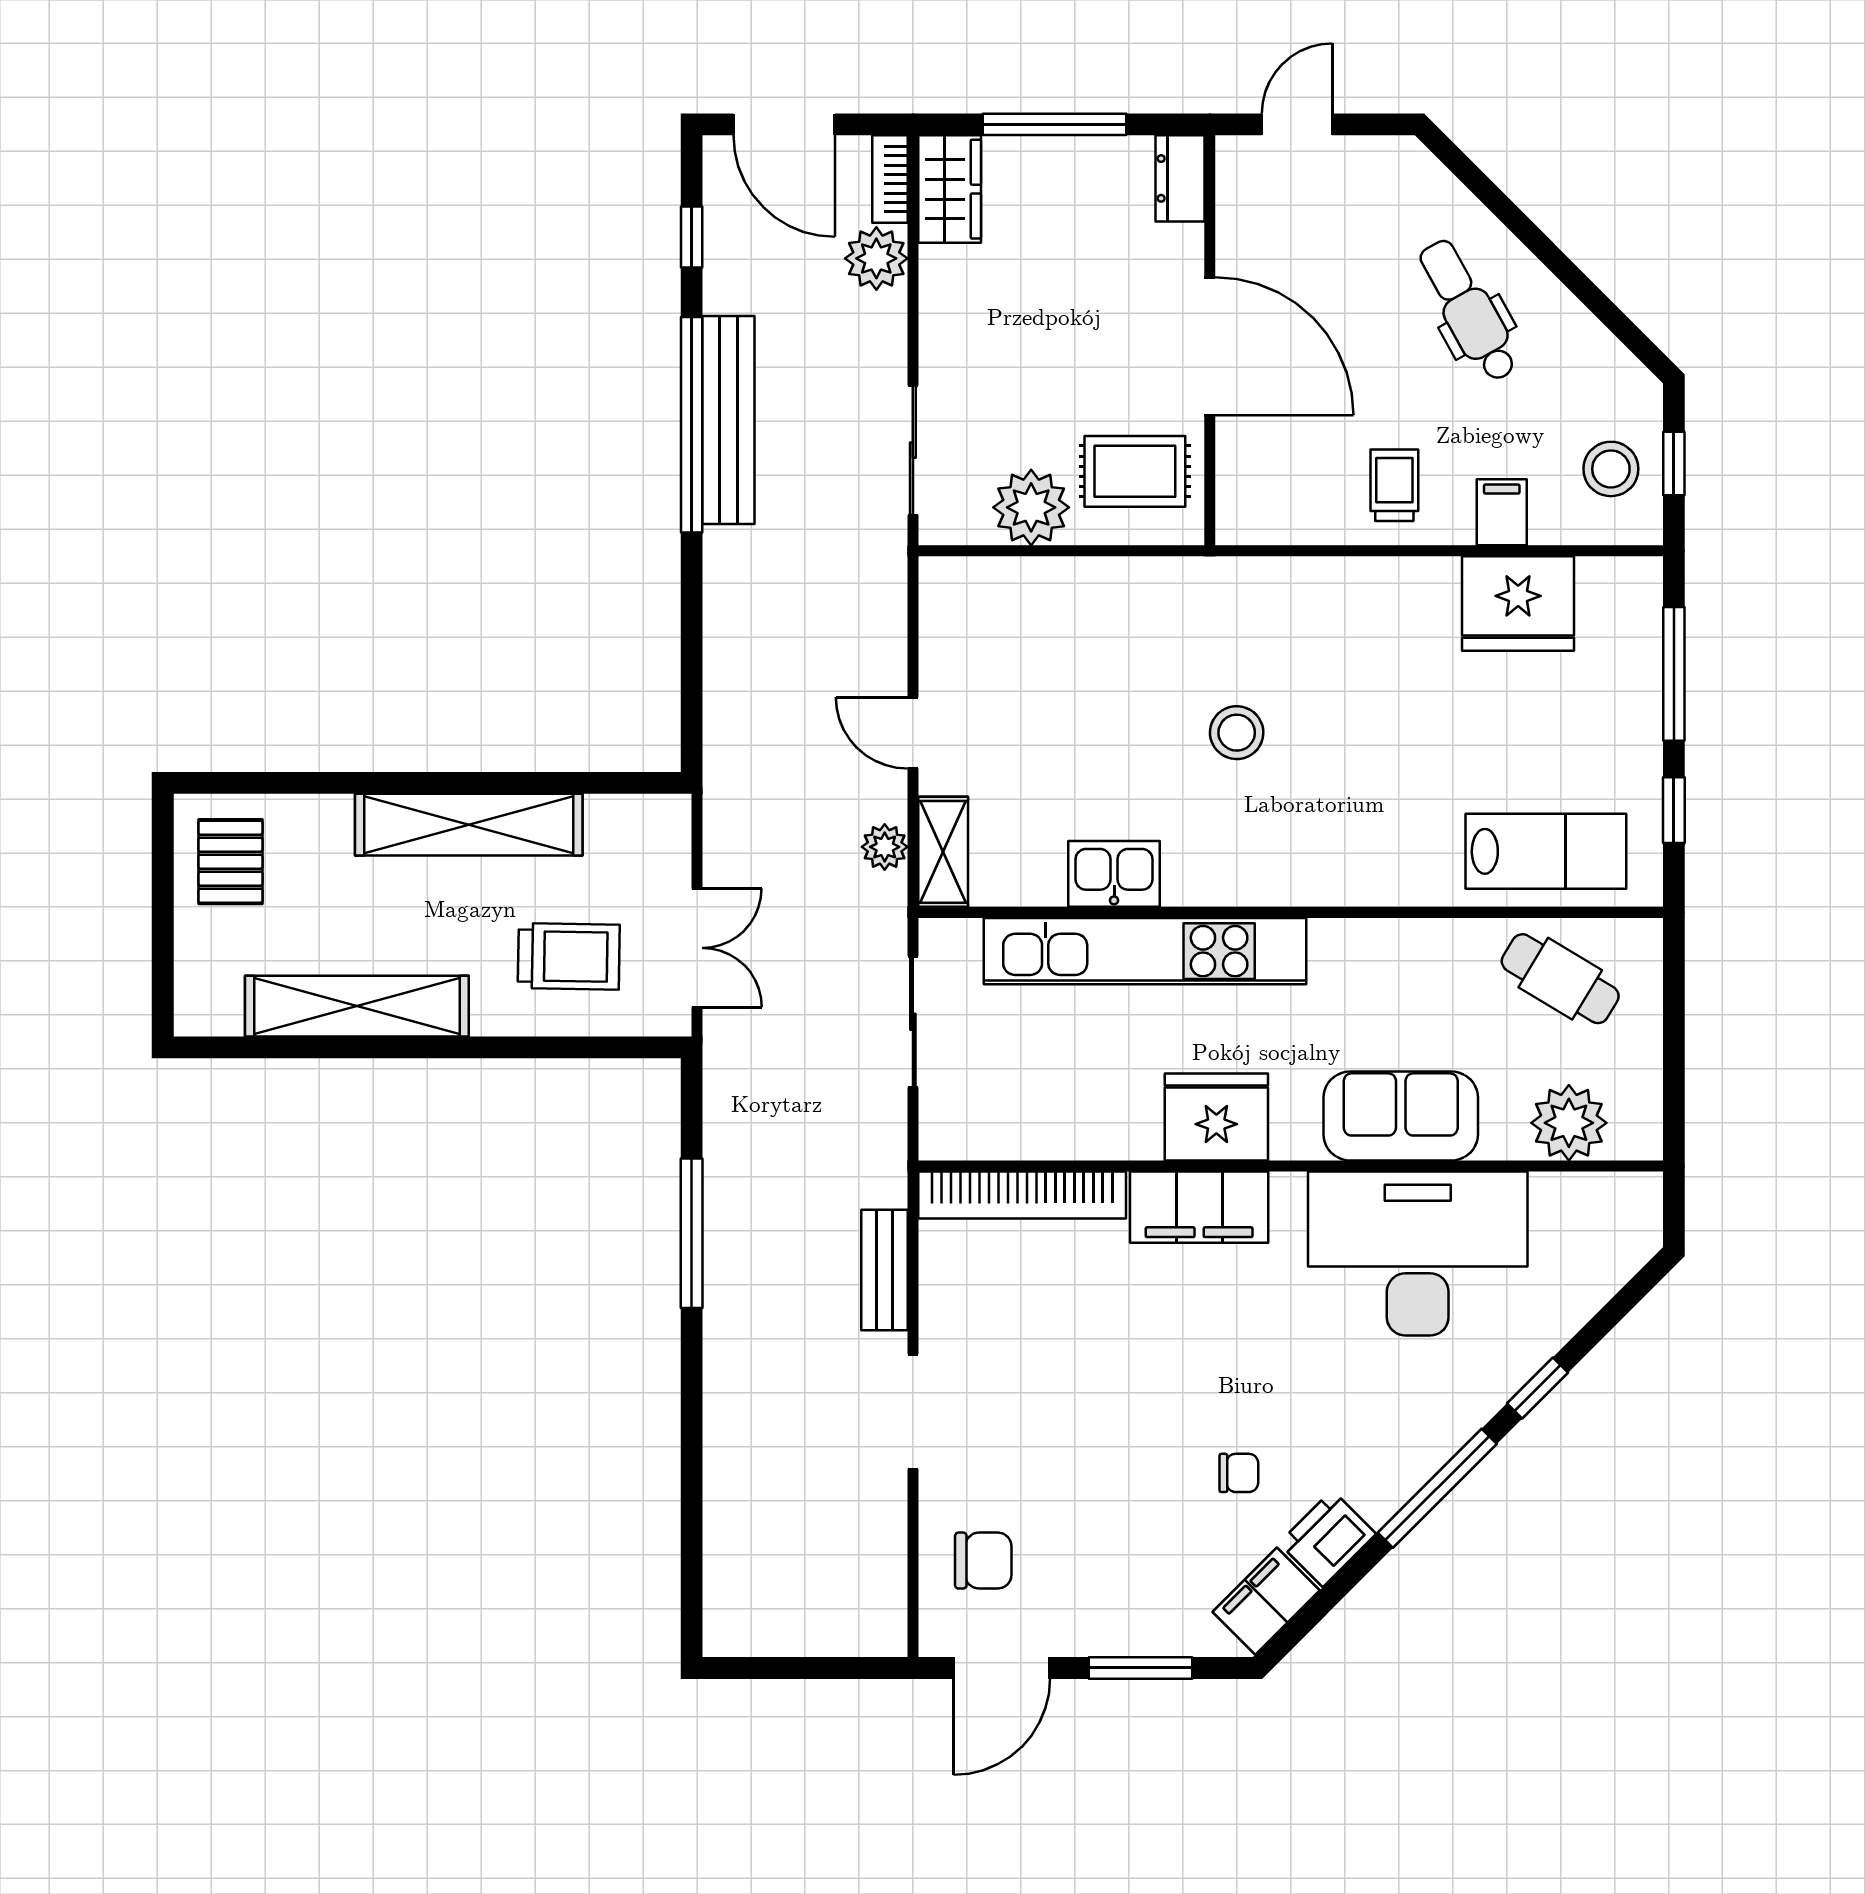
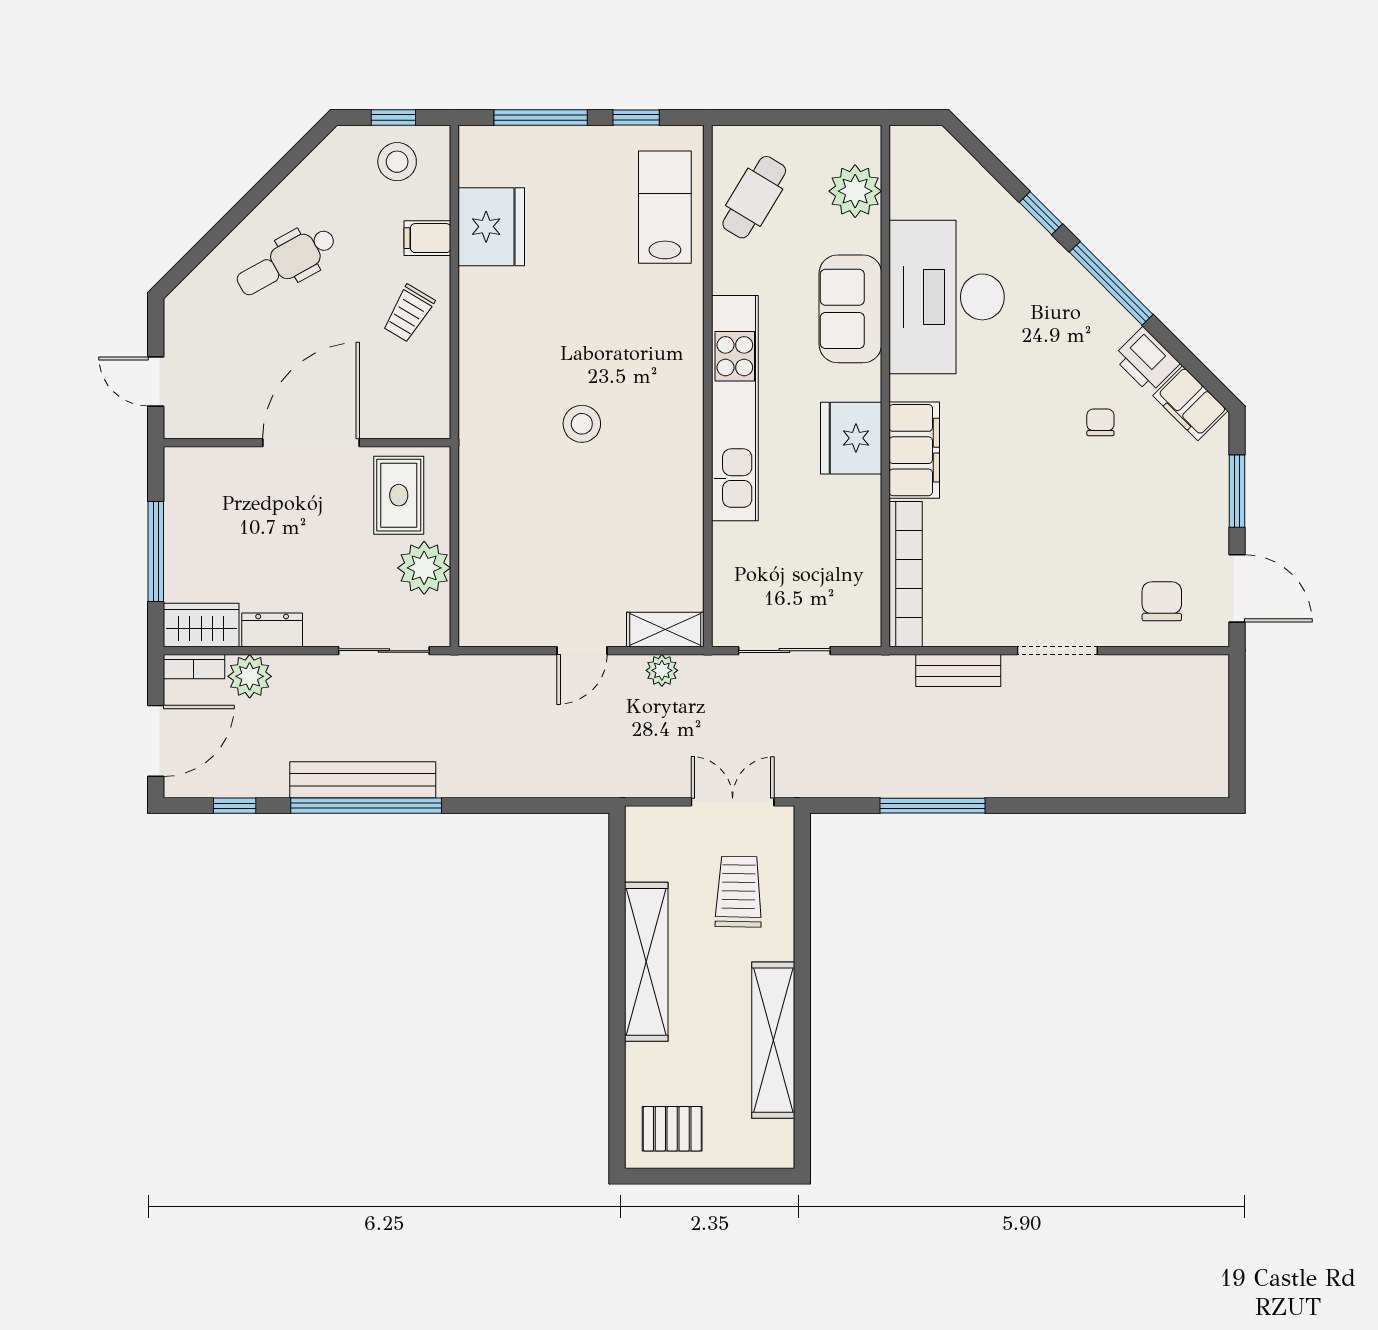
dresser: (1180, 178) -> (272, 630), moved, turned 180
trolley: (1394, 485) -> (408, 313), turned -59
kitchen sink: (1114, 874) -> (681, 510), removed
kitchen unit: (1145, 951) -> (735, 408), moved

